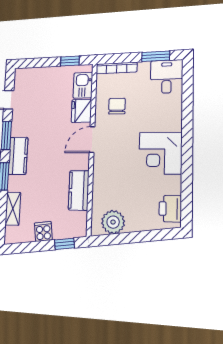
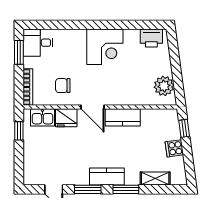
kitchen counter: (79, 190) -> (123, 117), moved

